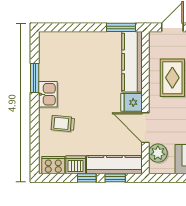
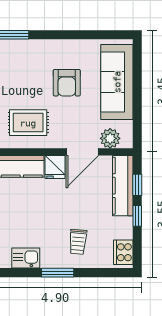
window: (35, 78) -> (58, 273), moved
kitchen sink: (48, 94) -> (26, 258), moved
dishwasher: (76, 165) -> (123, 228), removed

